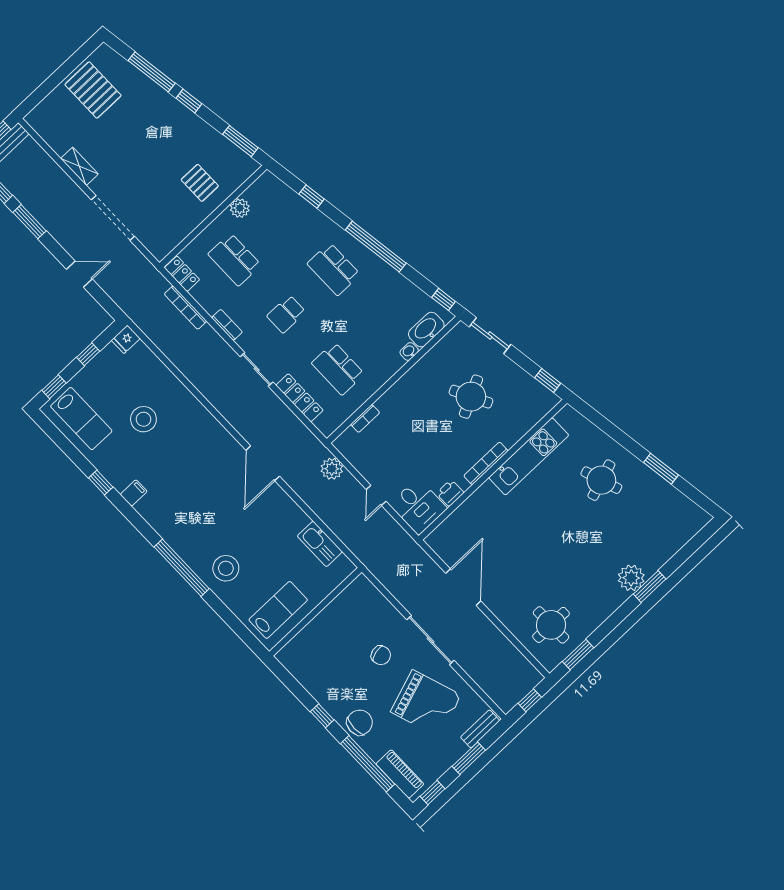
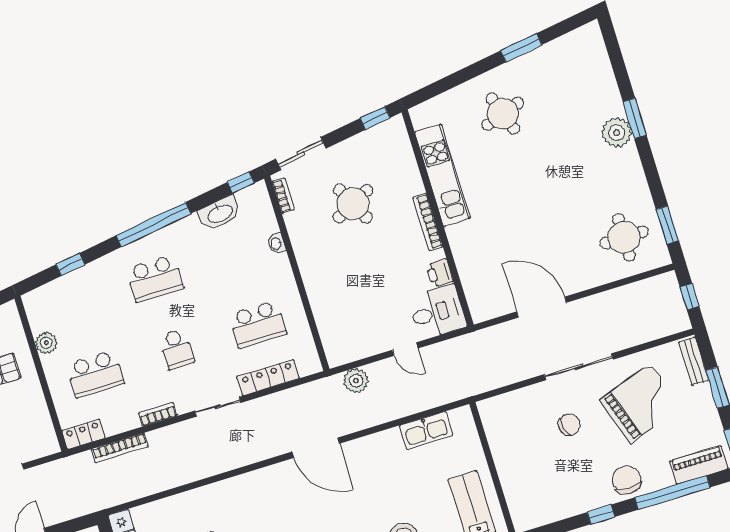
washbasin: (426, 330) -> (220, 213), moved, turned -99
bookcase: (365, 418) -> (283, 196), moved

